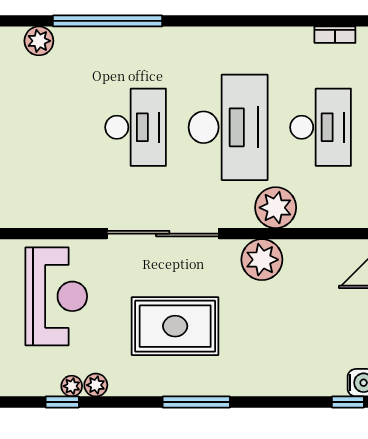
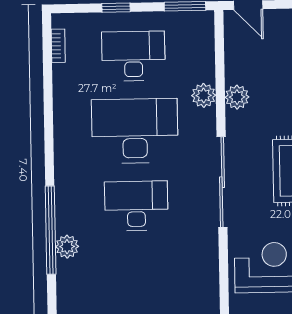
plant: (39, 41) -> (67, 247), moved
plant: (276, 208) -> (204, 95), width x0.73, depth x0.73
plant: (262, 260) -> (237, 97), width x0.73, depth x0.73

